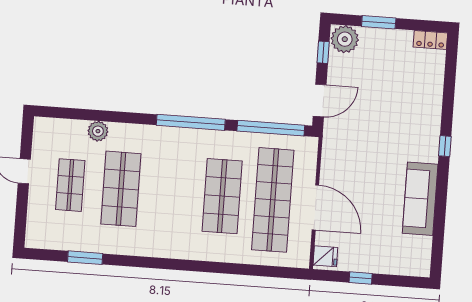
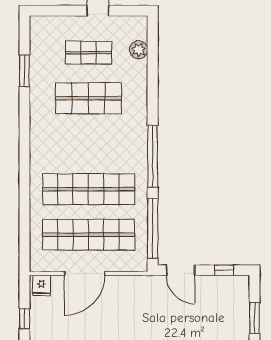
plant: (345, 39) -> (237, 289), removed
plant: (98, 131) -> (139, 50), moved
shop shelf: (222, 196) -> (89, 189), width x1.40

